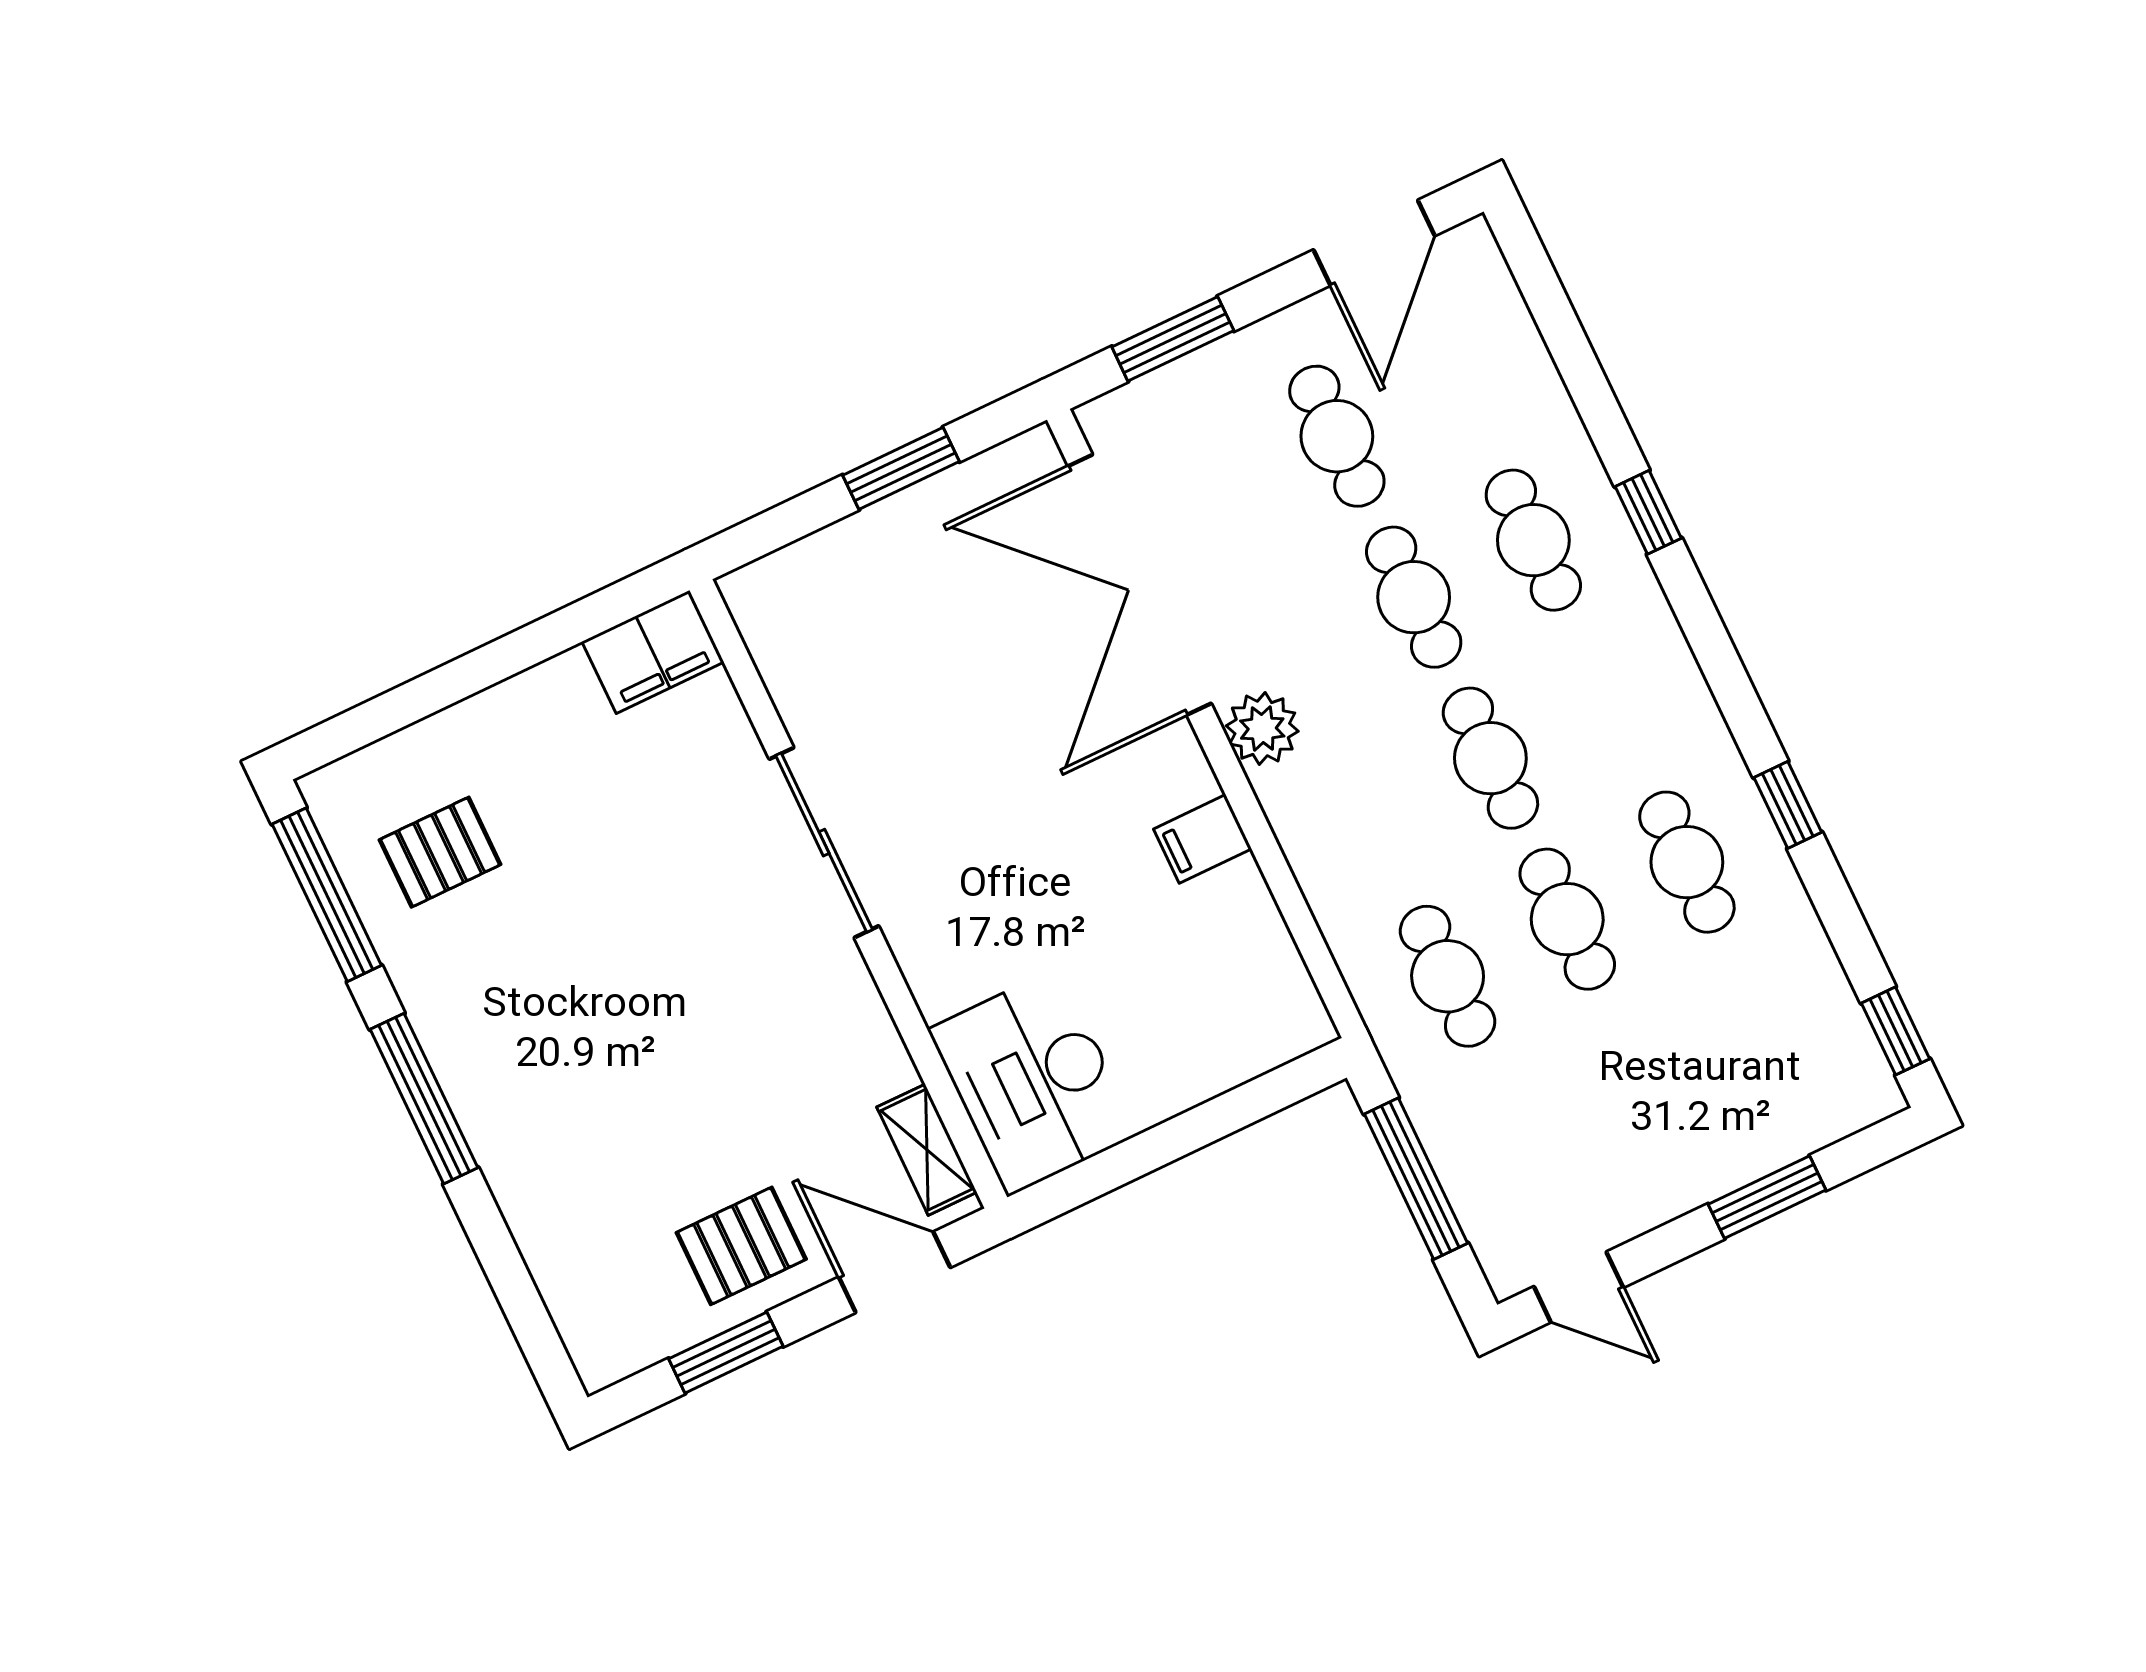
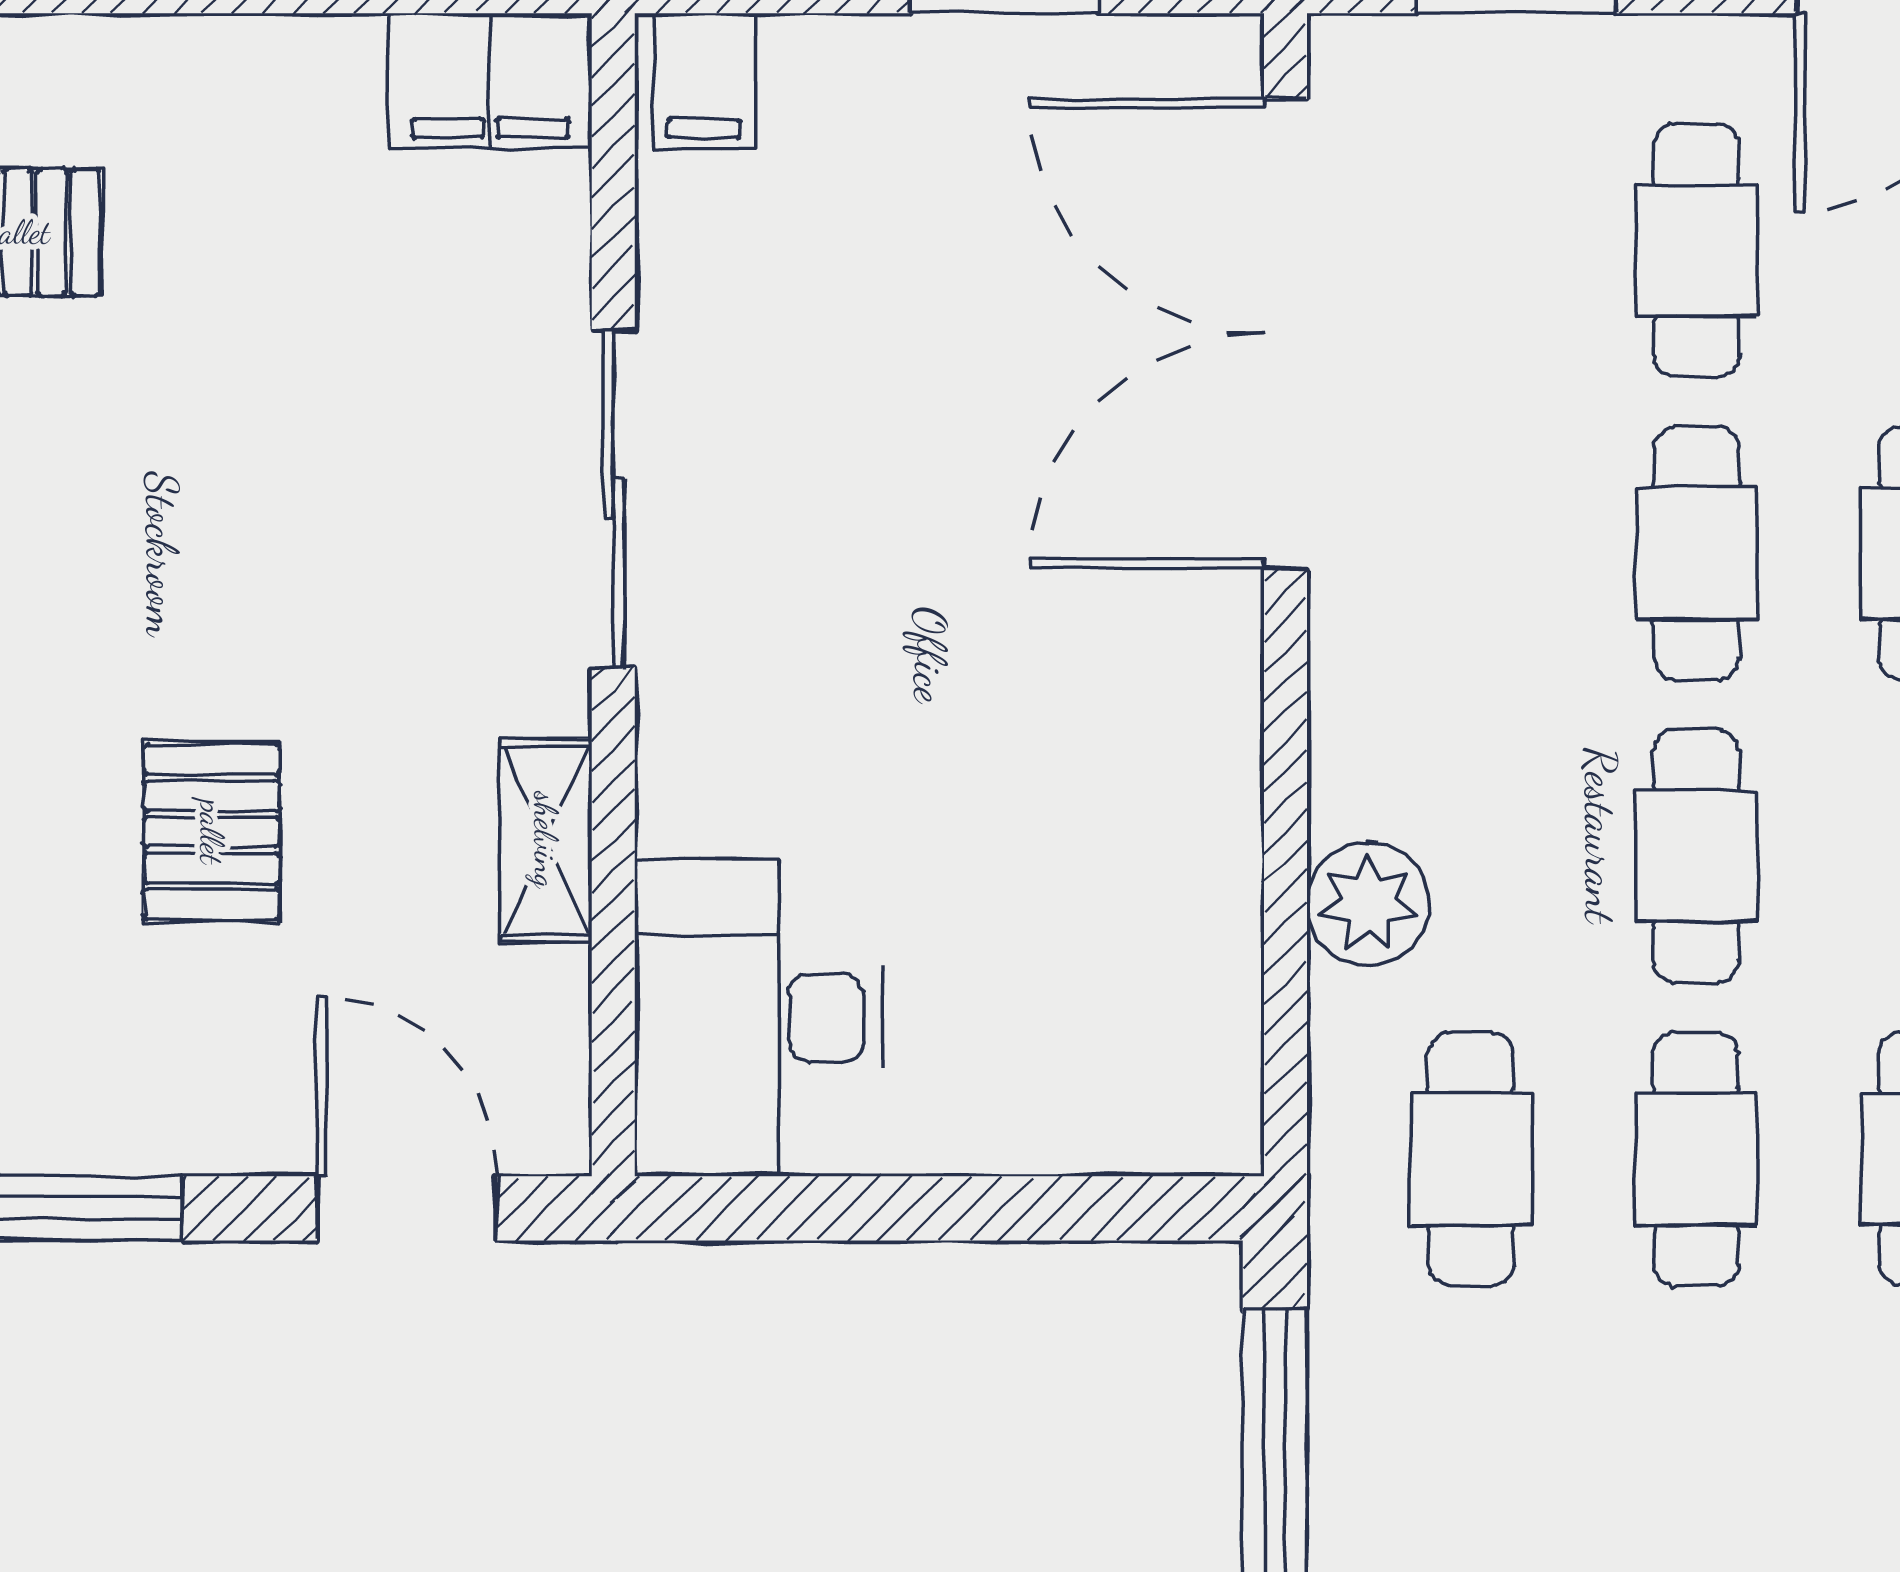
plant: (1262, 728) -> (1368, 904), moved
filing cabinet: (1203, 839) -> (704, 81), moved, turned -90
shelving: (927, 1150) -> (546, 840), moved
pallet: (741, 1246) -> (212, 832), moved, turned 90

